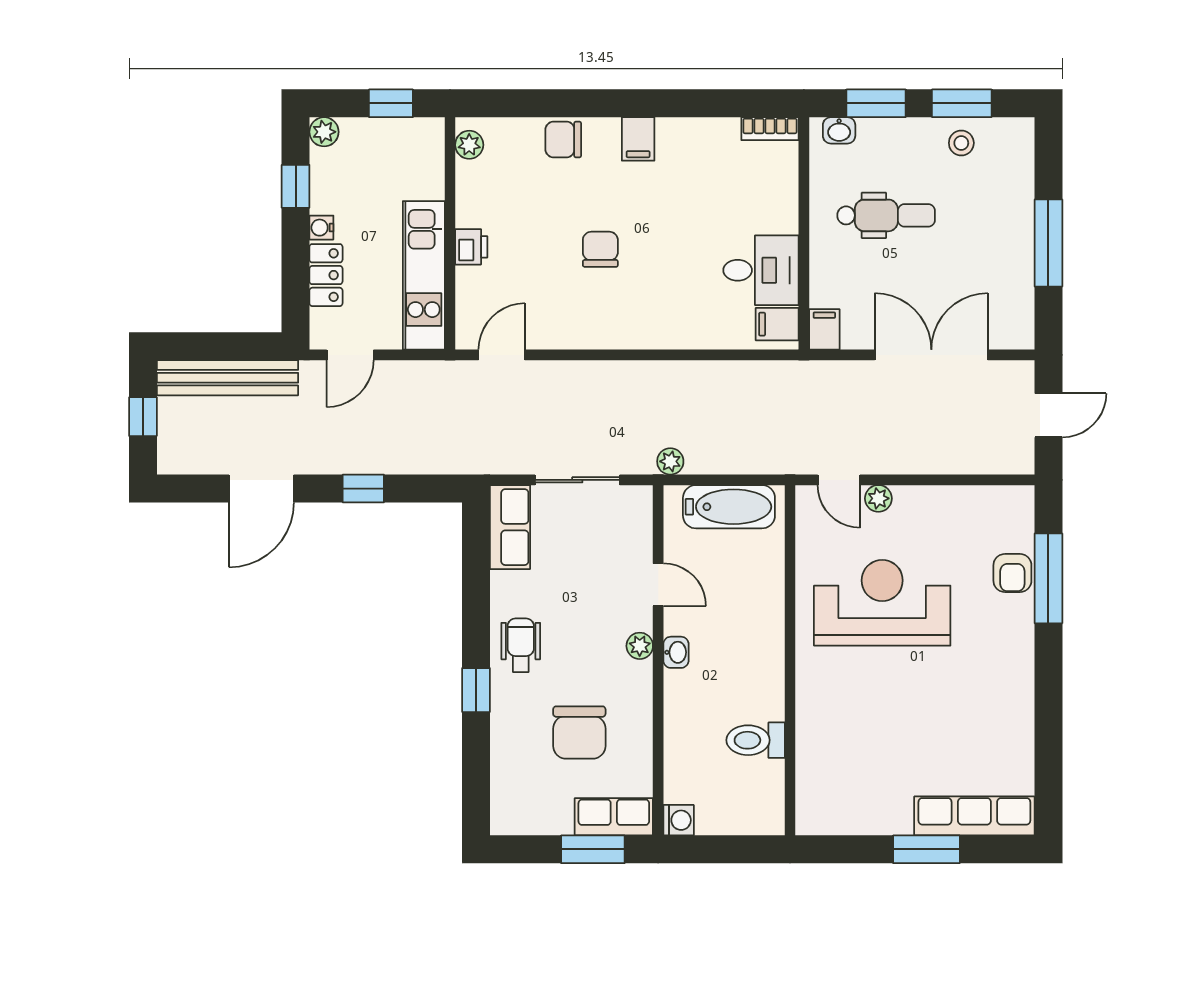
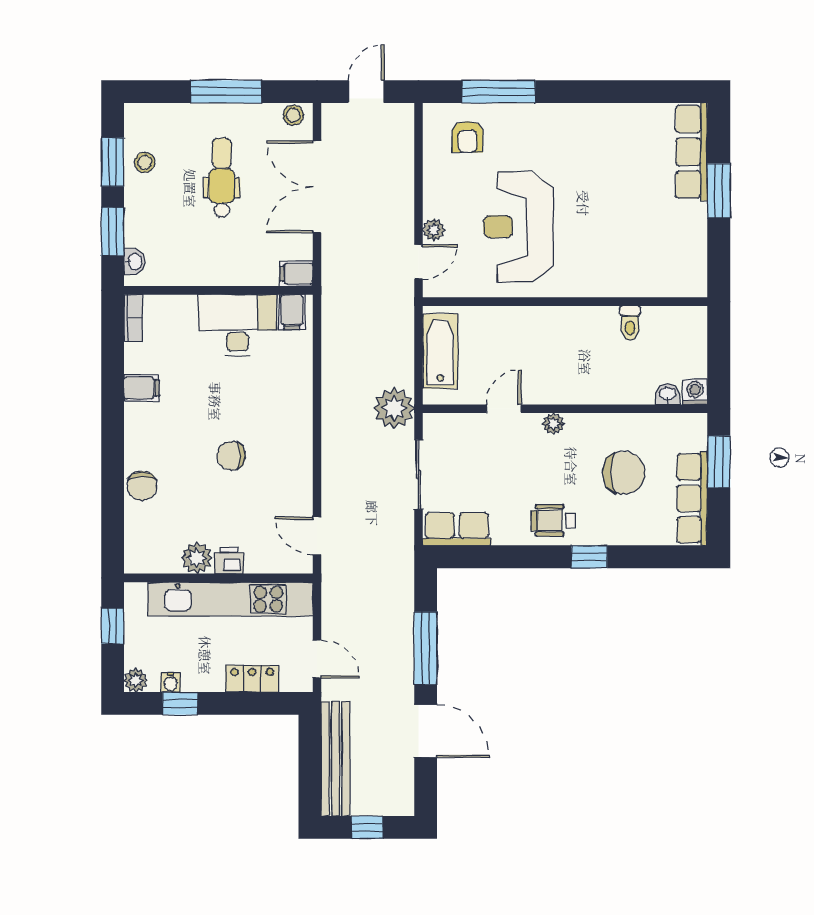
filing cabinet: (638, 139) -> (142, 388), moved
plant: (469, 145) -> (197, 558), moved, width x1.38, depth x1.38
dental chair: (886, 215) -> (222, 178), moved
water cooler: (321, 228) -> (171, 682), moved
desk: (761, 270) -> (238, 325), width x1.37
kitchen unit: (424, 275) -> (230, 599), width x1.36
stool: (1019, 326) -> (293, 115), added
door: (1048, 415) -> (366, 92), hinge flipped
plant: (670, 461) -> (394, 408), width x1.88, depth x1.88
window: (363, 489) -> (426, 648), width x2.17
armchair: (1012, 573) -> (468, 137), moved, turned 90
washbasin: (676, 652) -> (668, 394), moved
toilet: (756, 740) -> (630, 323), width x0.73, depth x0.72
row of seats: (614, 817) -> (692, 498), moved, width x1.48

